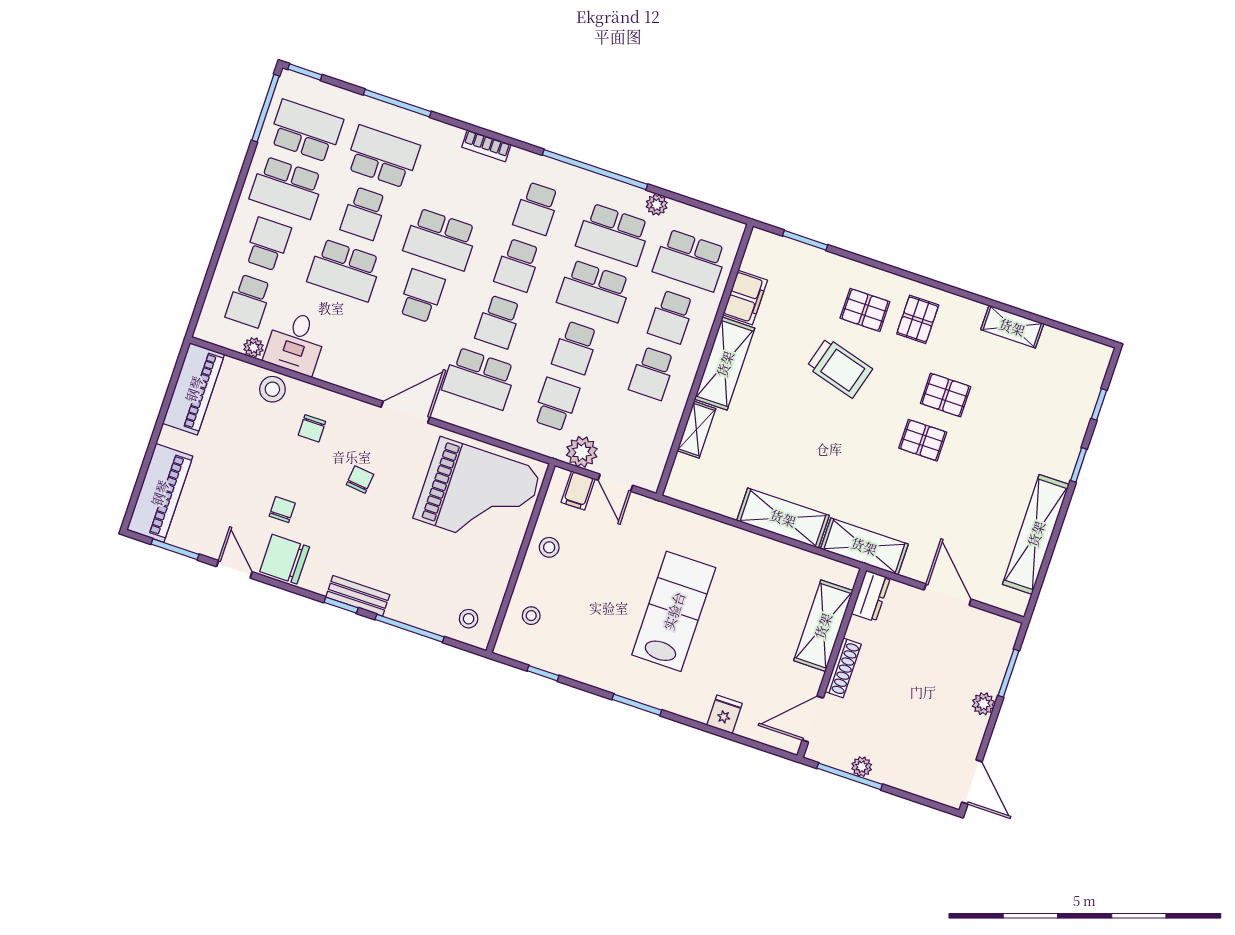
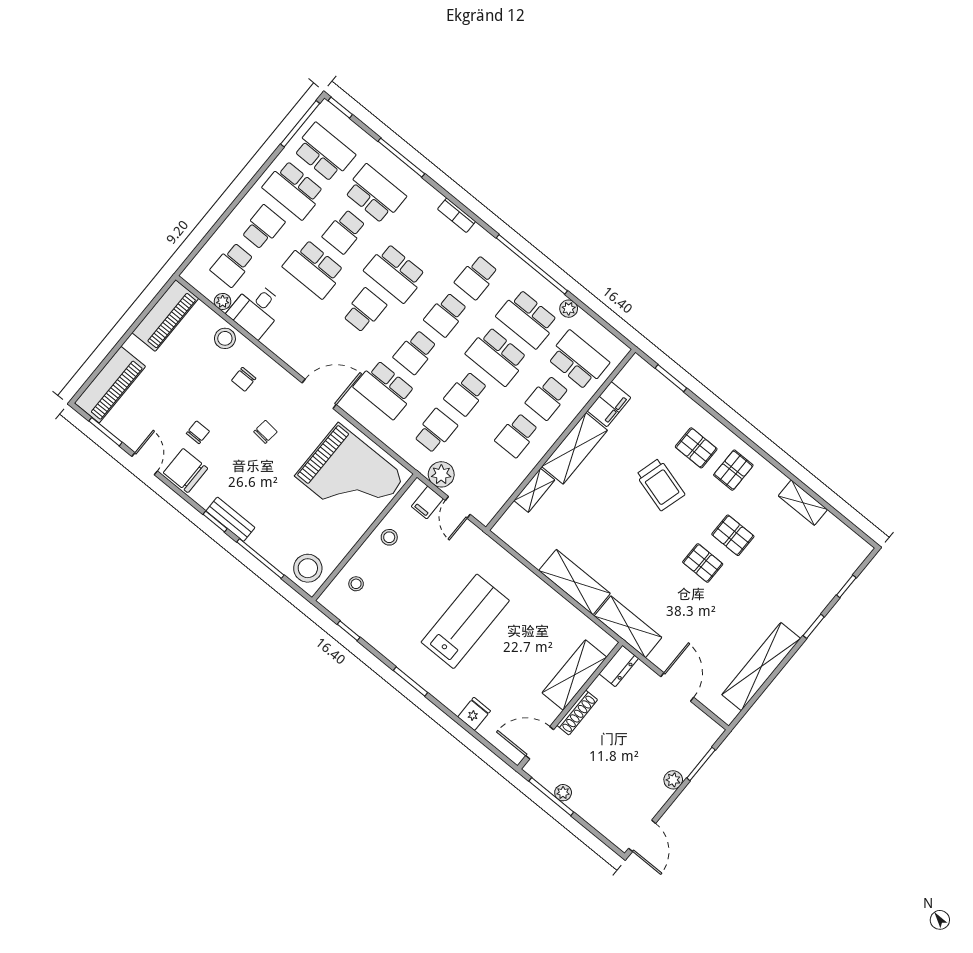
school desk: (690, 260) -> (578, 360), turned 180
stool: (469, 619) -> (308, 568), width x1.89, depth x1.89

